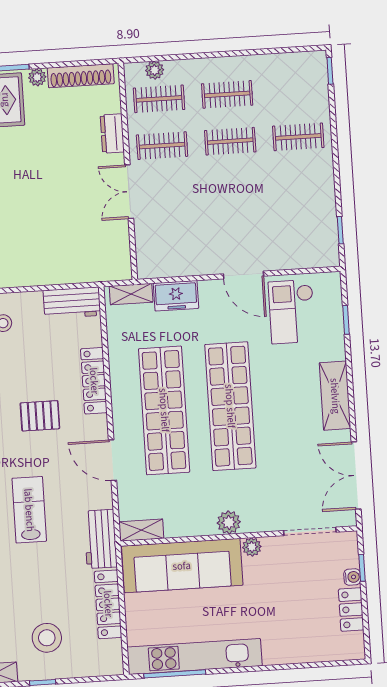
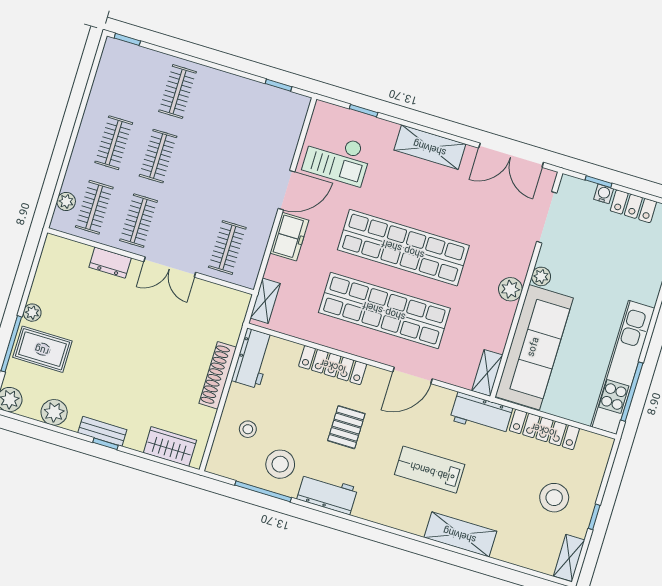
shoe rack: (81, 76) -> (218, 375), moved, turned 180
clothes rail: (168, 239) -> (227, 247), added
freezer: (176, 296) -> (289, 237), moved

